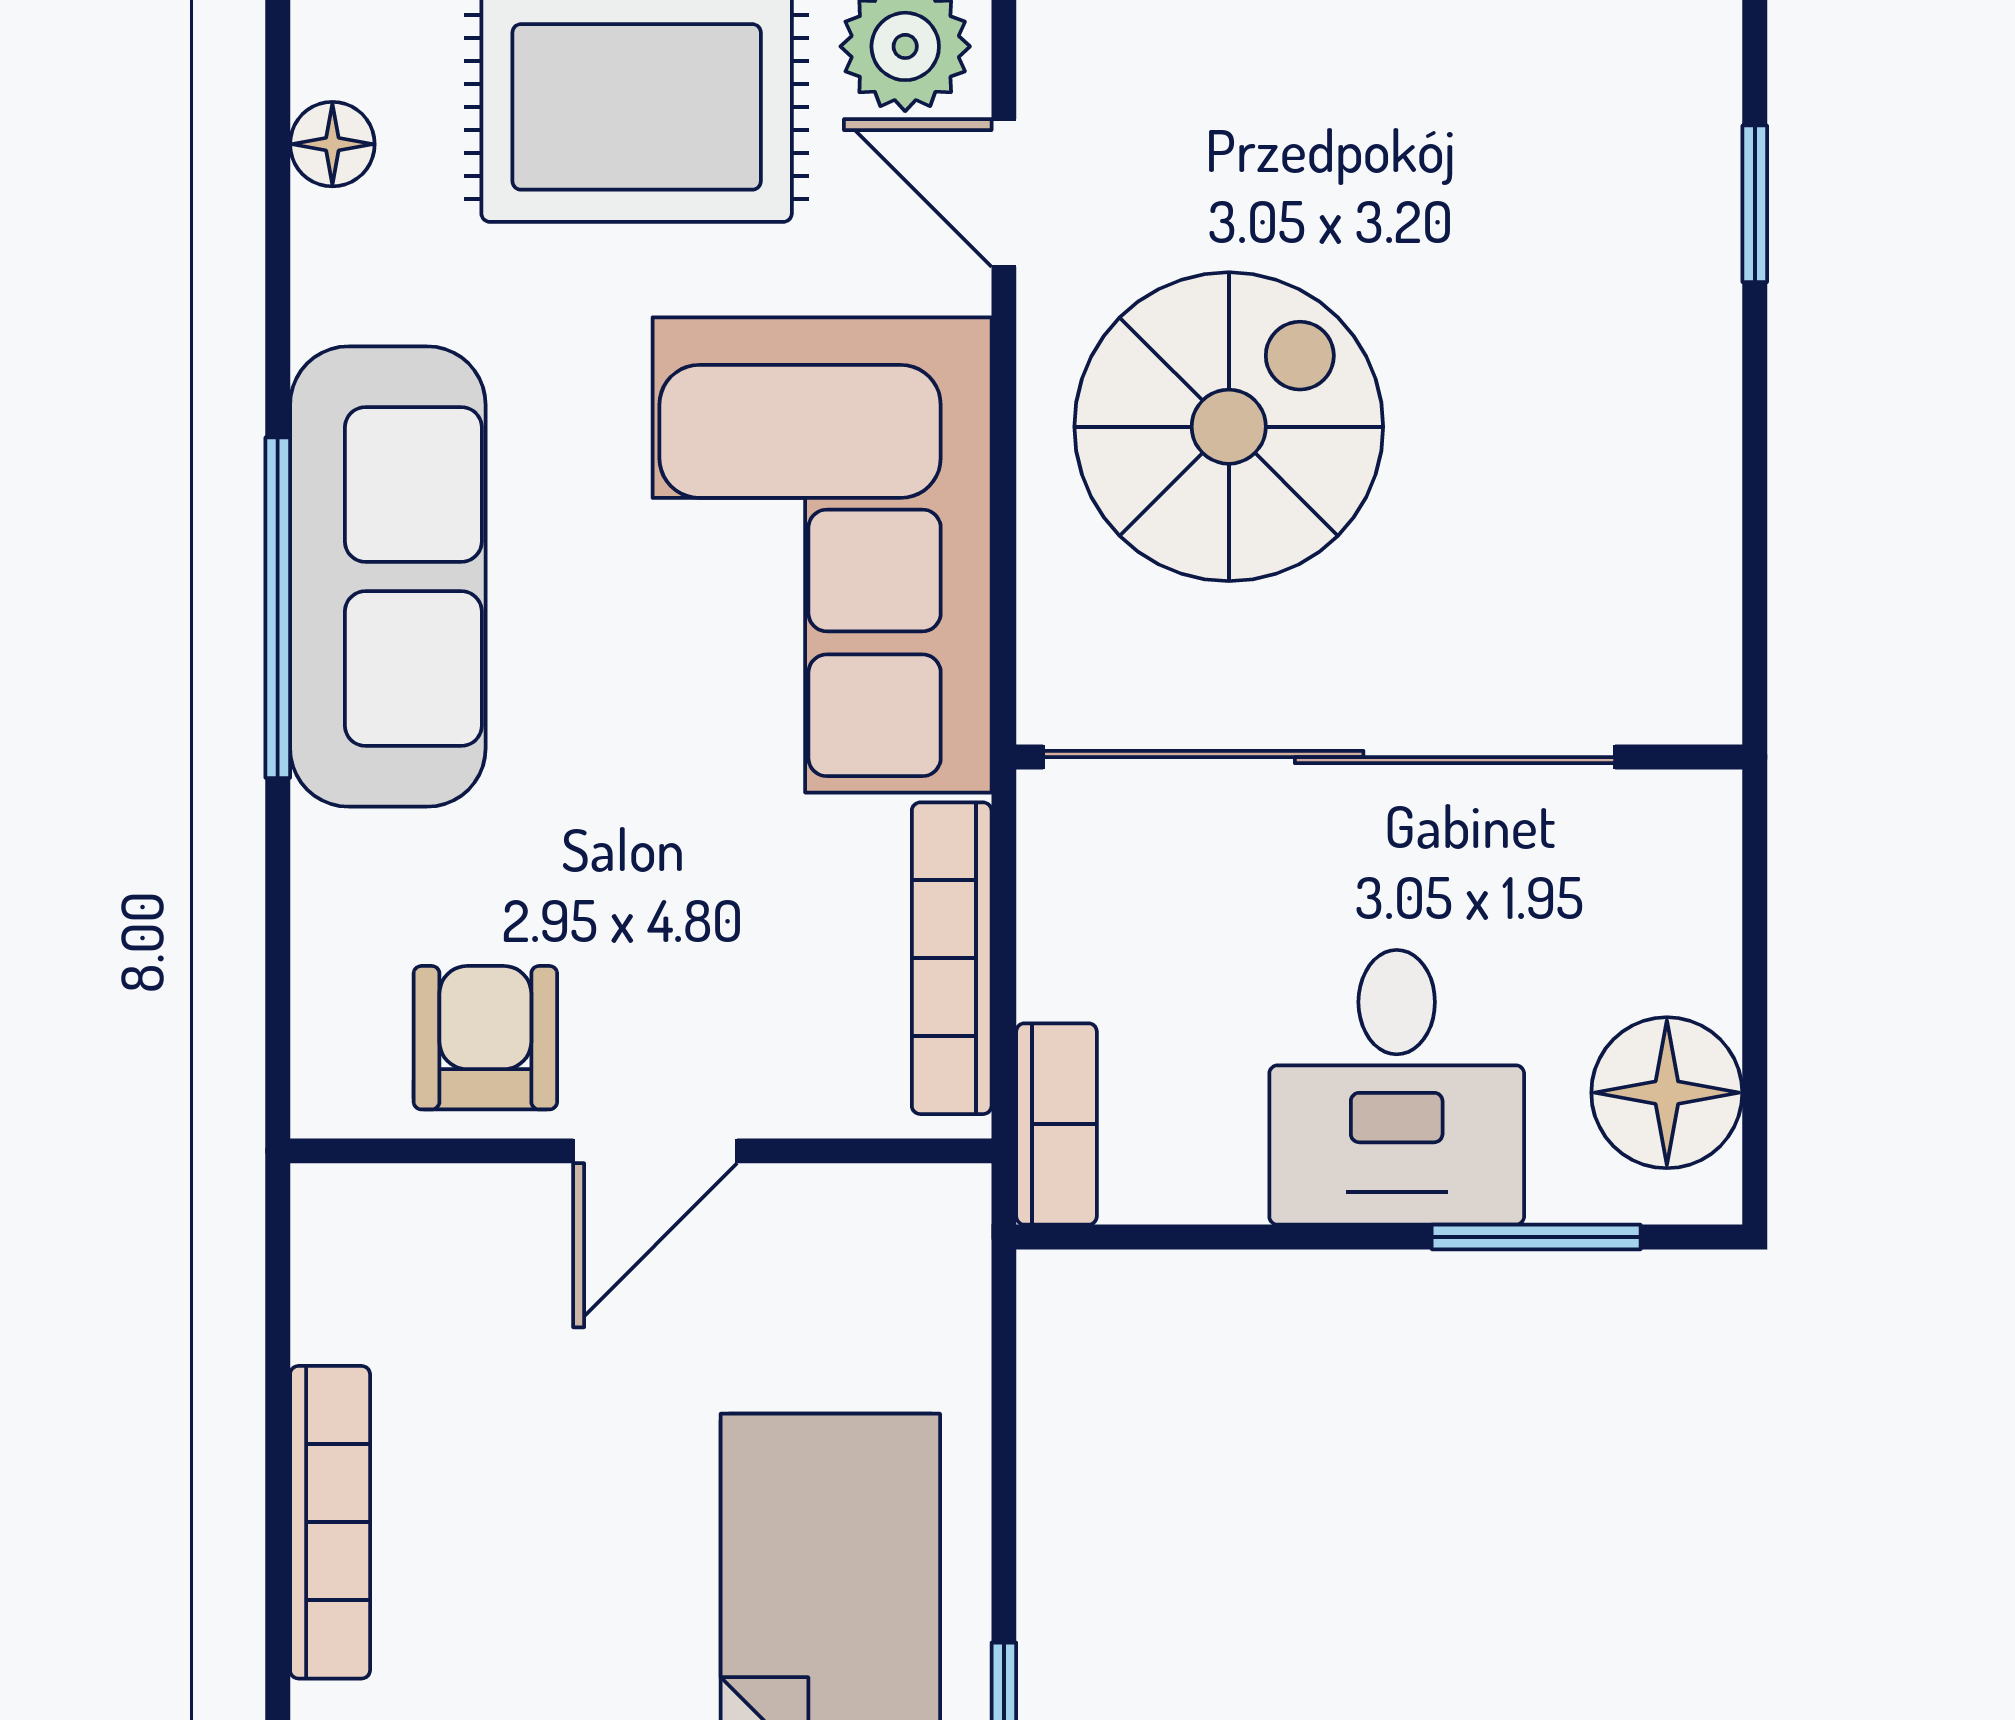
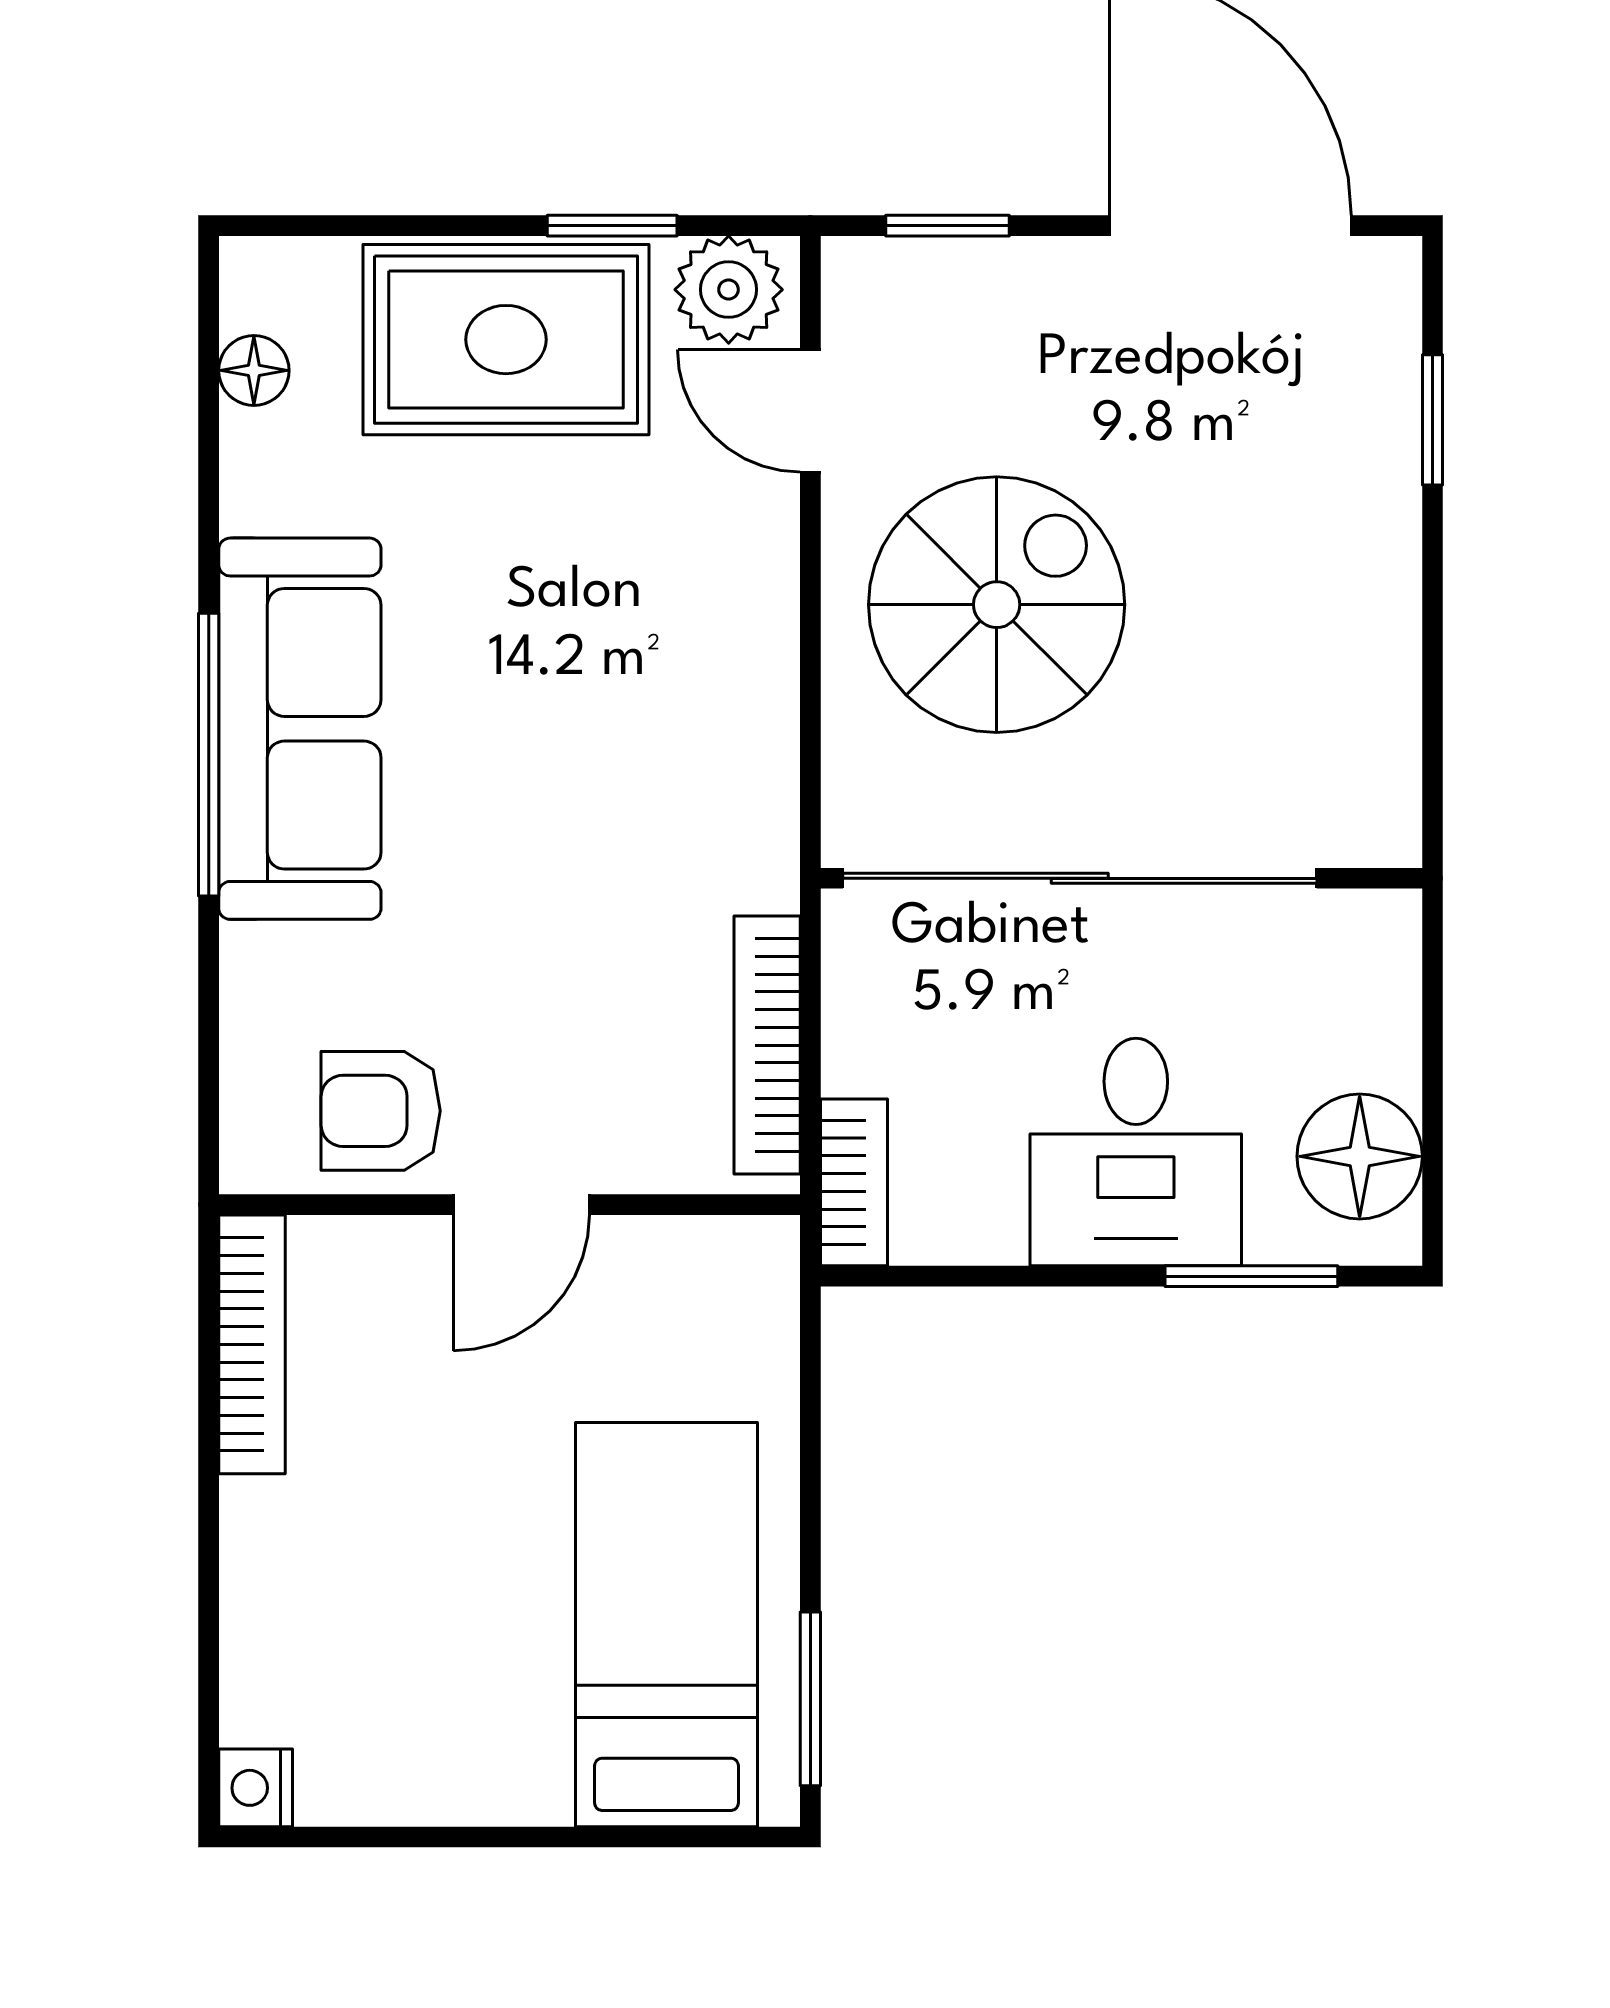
corner sofa: (822, 555) -> (660, 711), removed
armchair: (485, 1038) -> (381, 1111), turned -90
bookcase: (330, 1522) -> (252, 1344), moved

